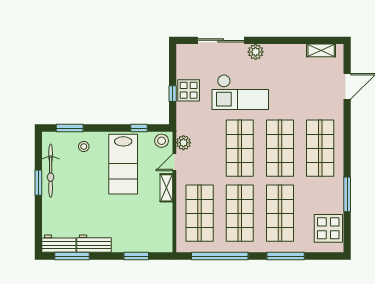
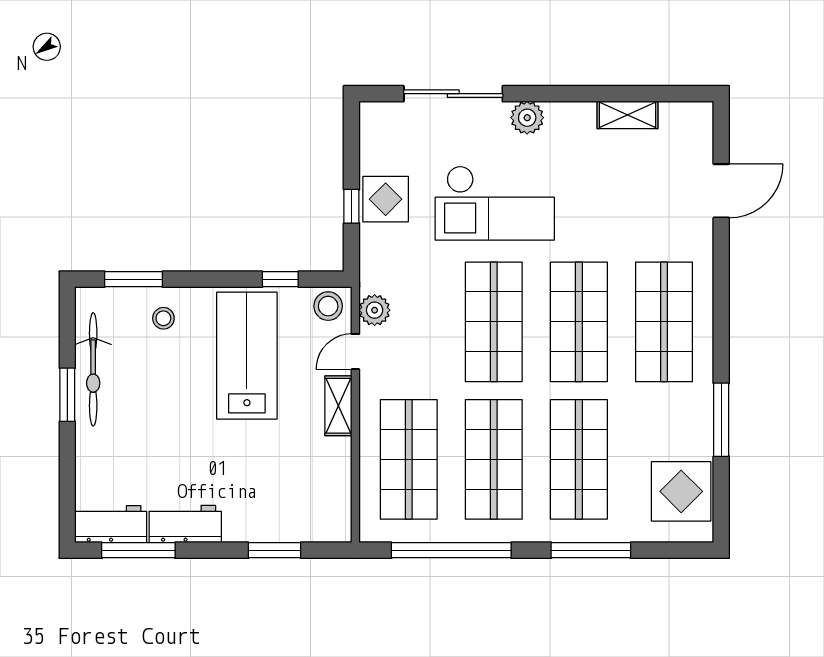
shelving: (321, 50) -> (628, 115), moved
lab bench: (123, 164) -> (247, 356), turned 180

